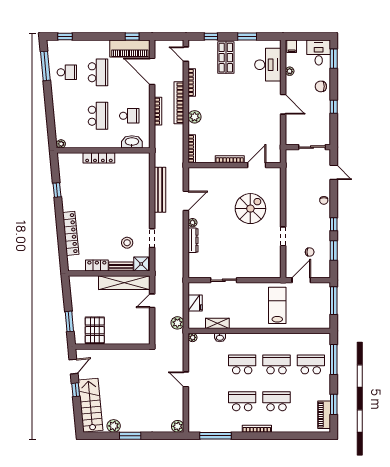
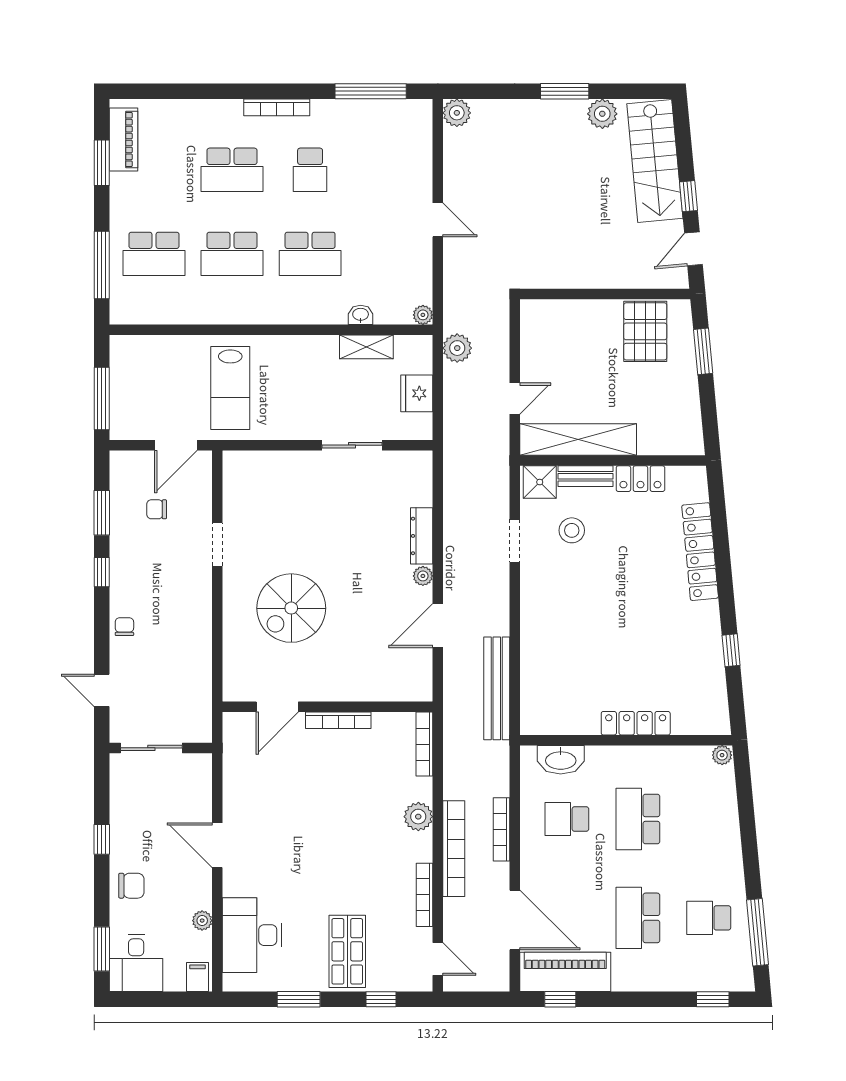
bench: (160, 190) -> (497, 688), moved
school desk: (242, 401) -> (310, 170), width x0.54

